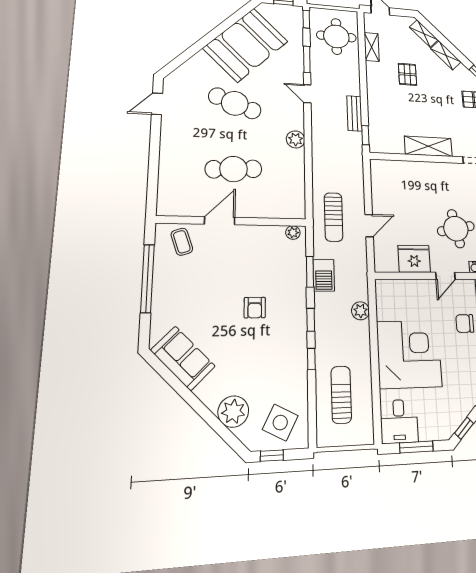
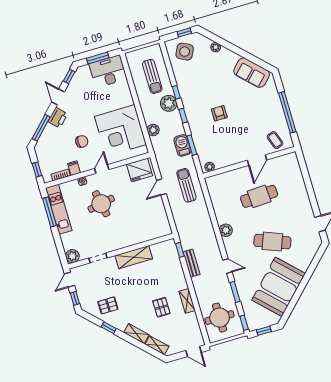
shelving: (372, 47) -> (187, 301), moved
fridge: (414, 259) -> (140, 170), moved
plant: (327, 345) -> (169, 103), added
corner desk: (409, 354) -> (120, 130), moved
plant: (233, 412) -> (216, 47), width x0.53, depth x0.53
desk: (399, 421) -> (108, 71), width x1.37

